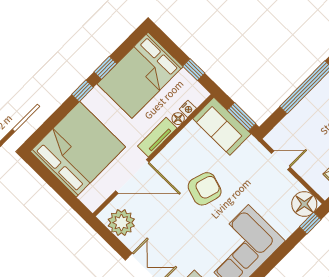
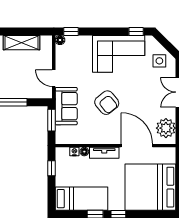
bed: (140, 75) -> (81, 199), width x0.67
sofa: (222, 126) -> (66, 106), moved
armchair: (205, 189) -> (107, 103), turned -146
floor lamp: (304, 204) -> (60, 40), width x0.53, depth x0.53

